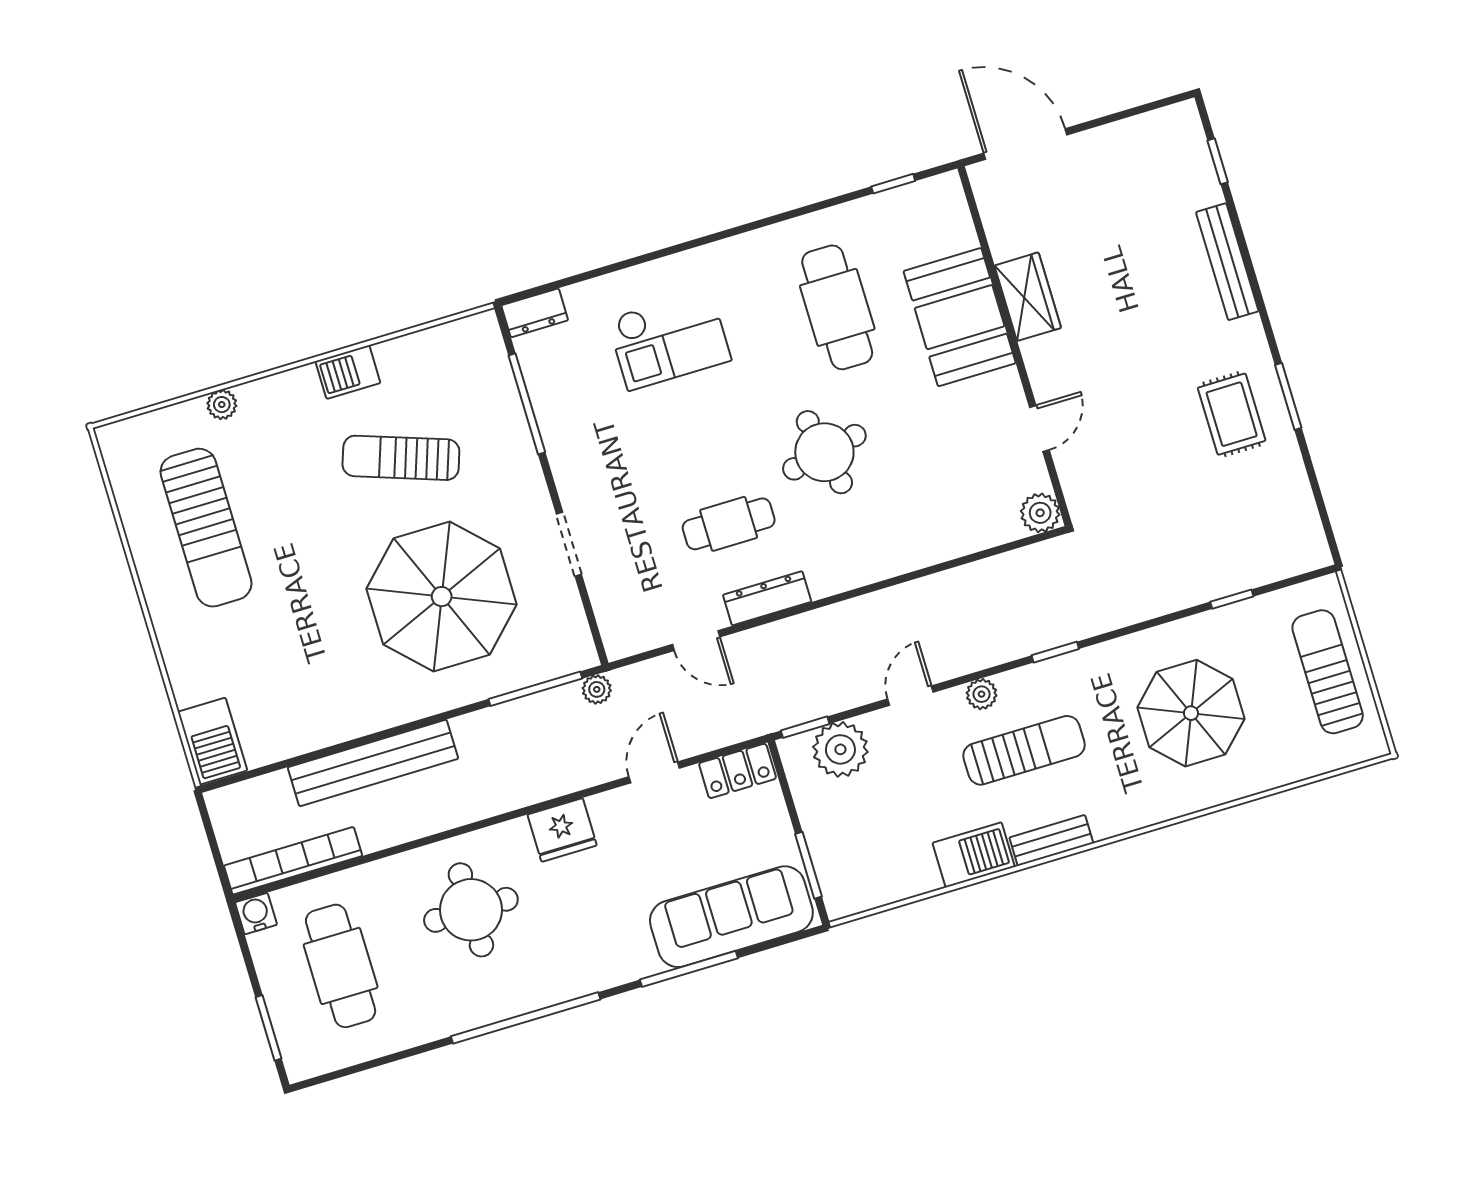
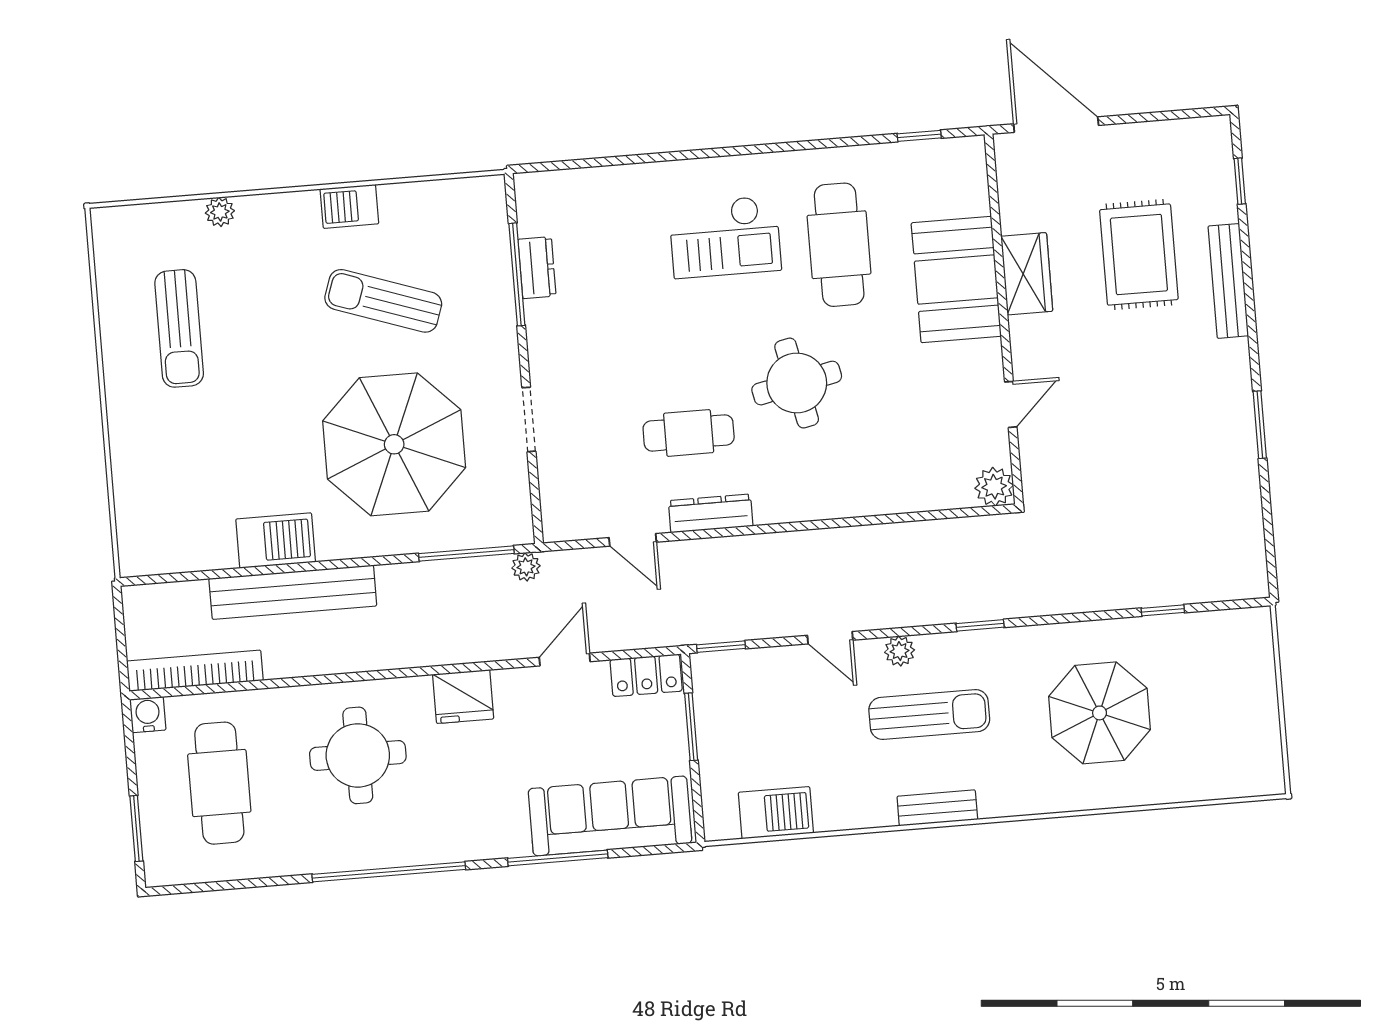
dresser: (535, 313) -> (537, 268), moved, turned -90
checkout: (669, 340) -> (725, 237), moved
rug: (1232, 414) -> (1139, 255), moved, width x1.36, depth x1.43
sun lounger: (206, 528) -> (179, 328), width x0.73, depth x0.75
sun lounger: (1328, 672) -> (1241, 701), removed
door: (910, 696) -> (830, 638), swing flipped
barbecue: (212, 741) -> (276, 541), moved, turned -90
plant: (840, 749) -> (751, 676), removed
barbecue: (974, 855) -> (776, 813), moved
window: (808, 865) -> (691, 727), moved

